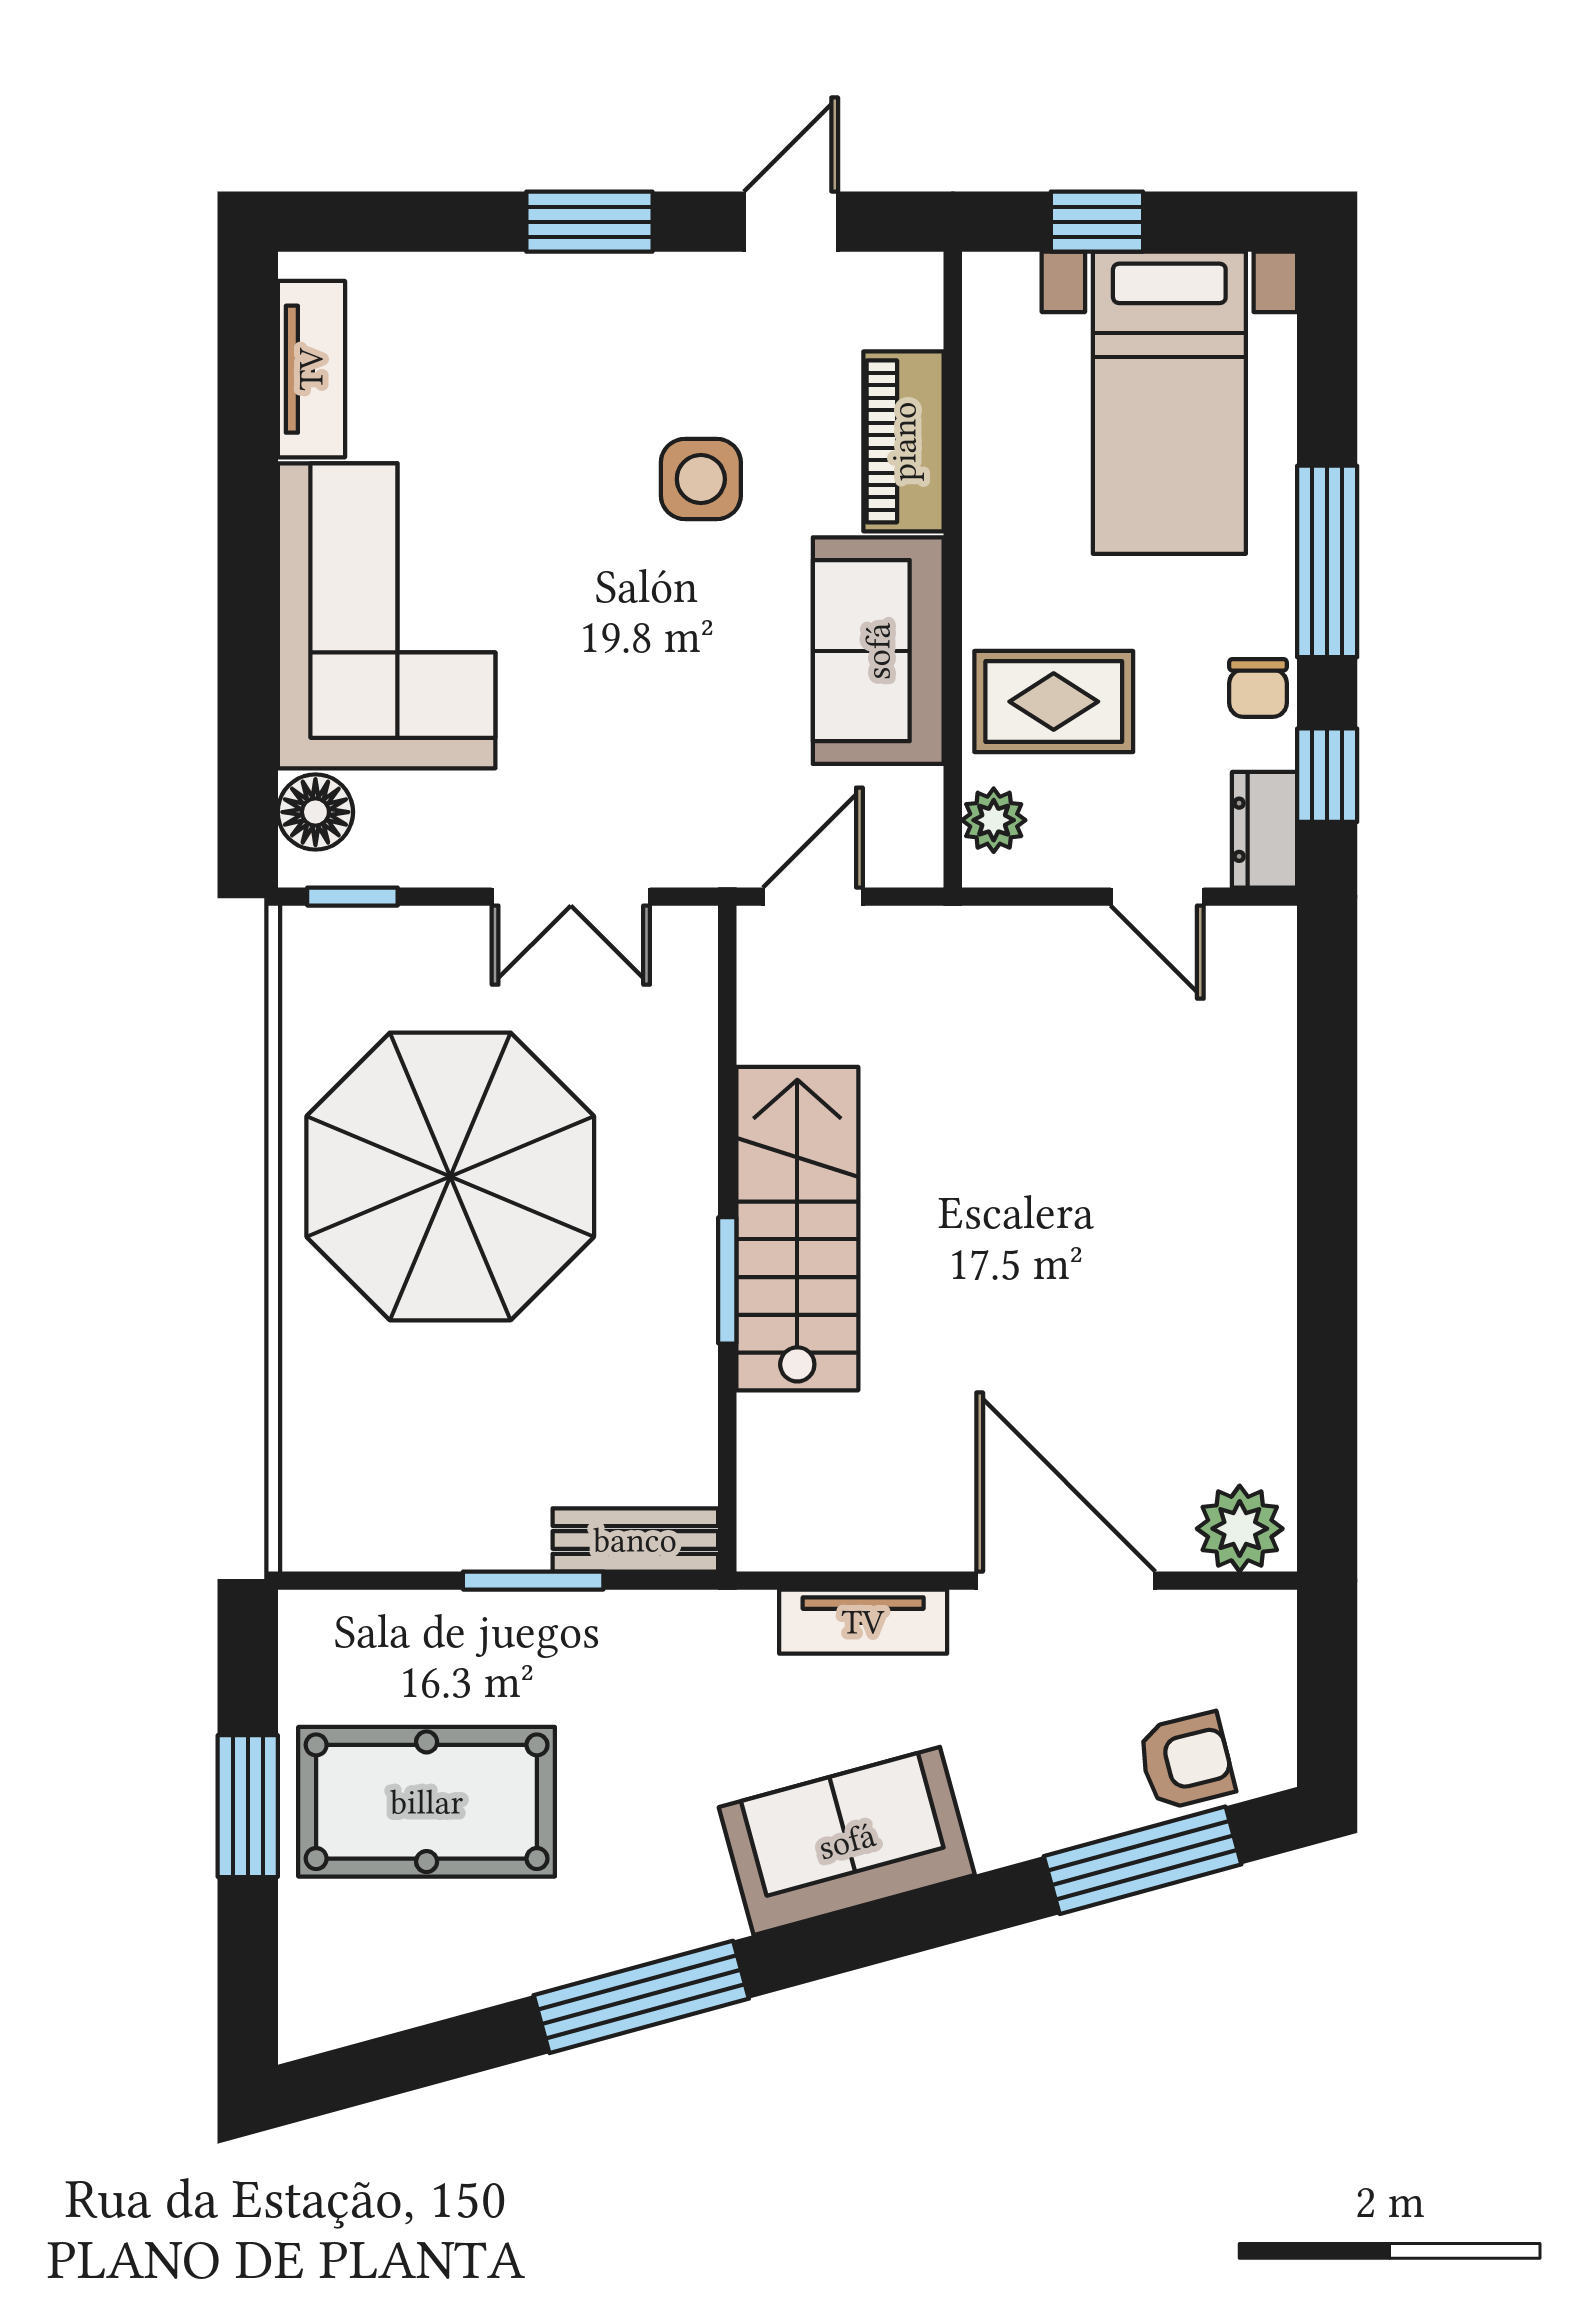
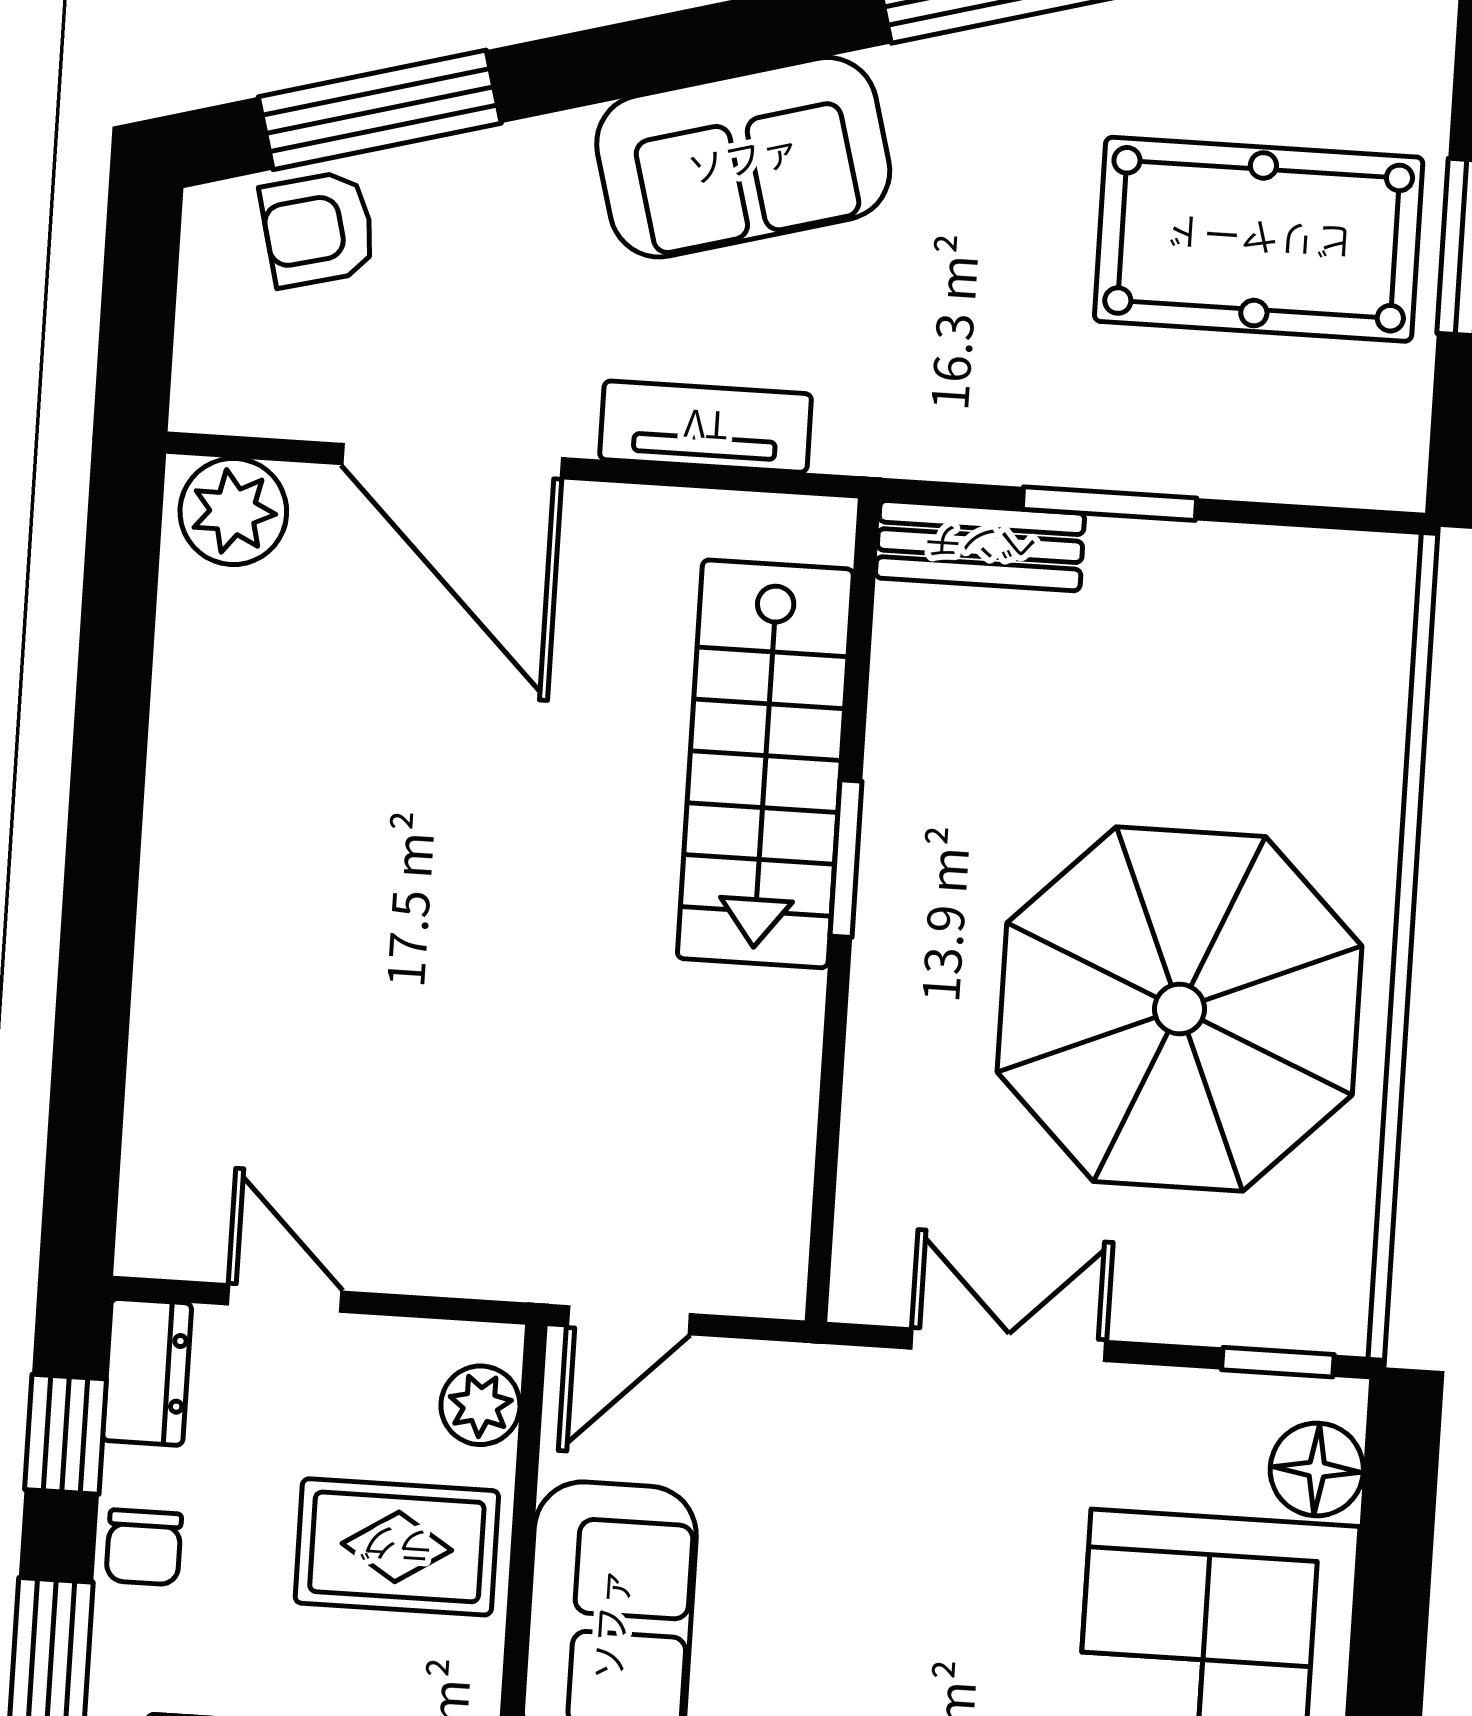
chair: (1258, 688) -> (144, 1547), turned 180
door: (813, 897) -> (629, 1320), moved
stairs: (797, 1229) -> (765, 764), moved

